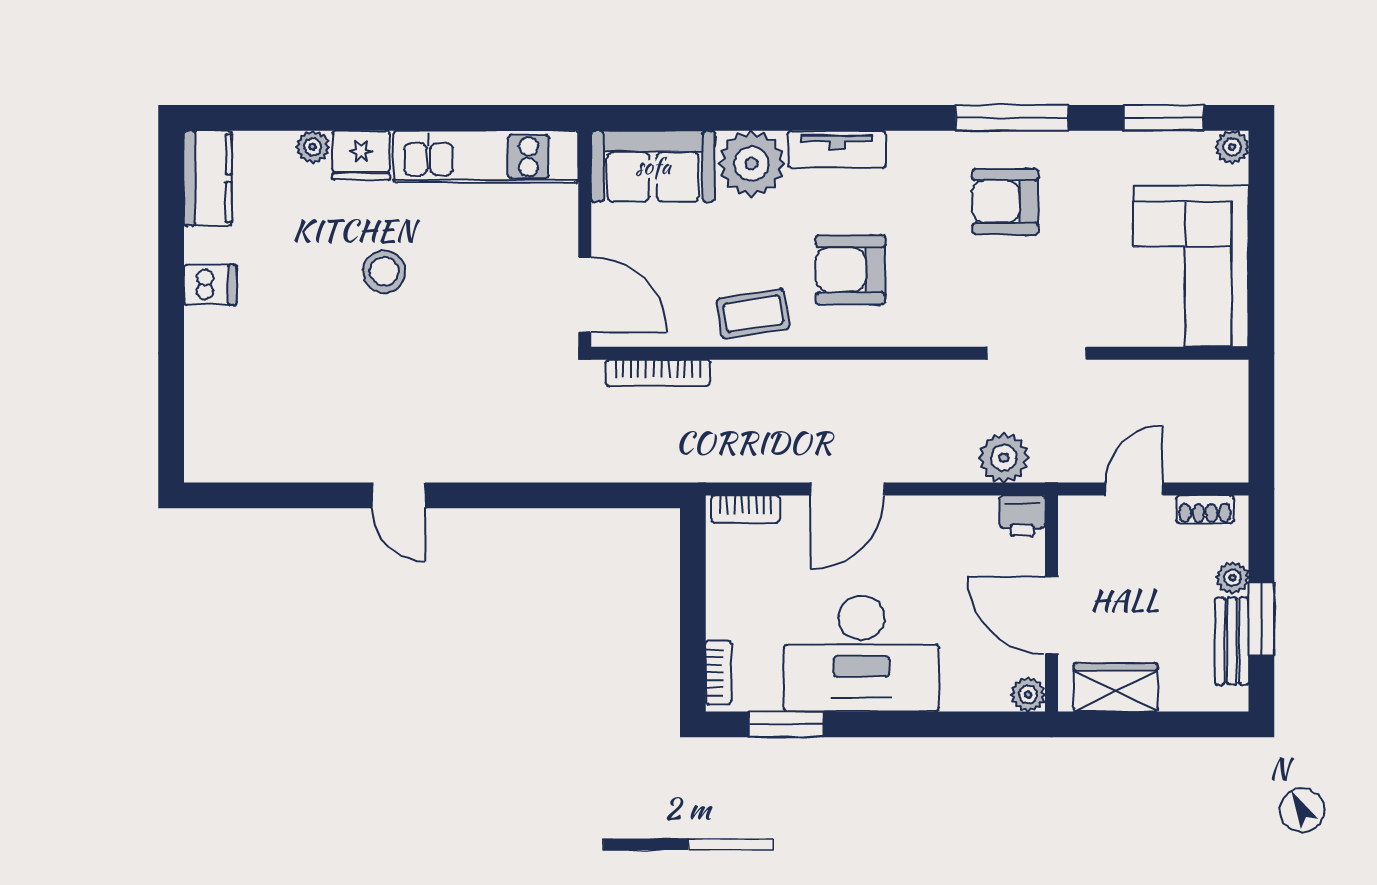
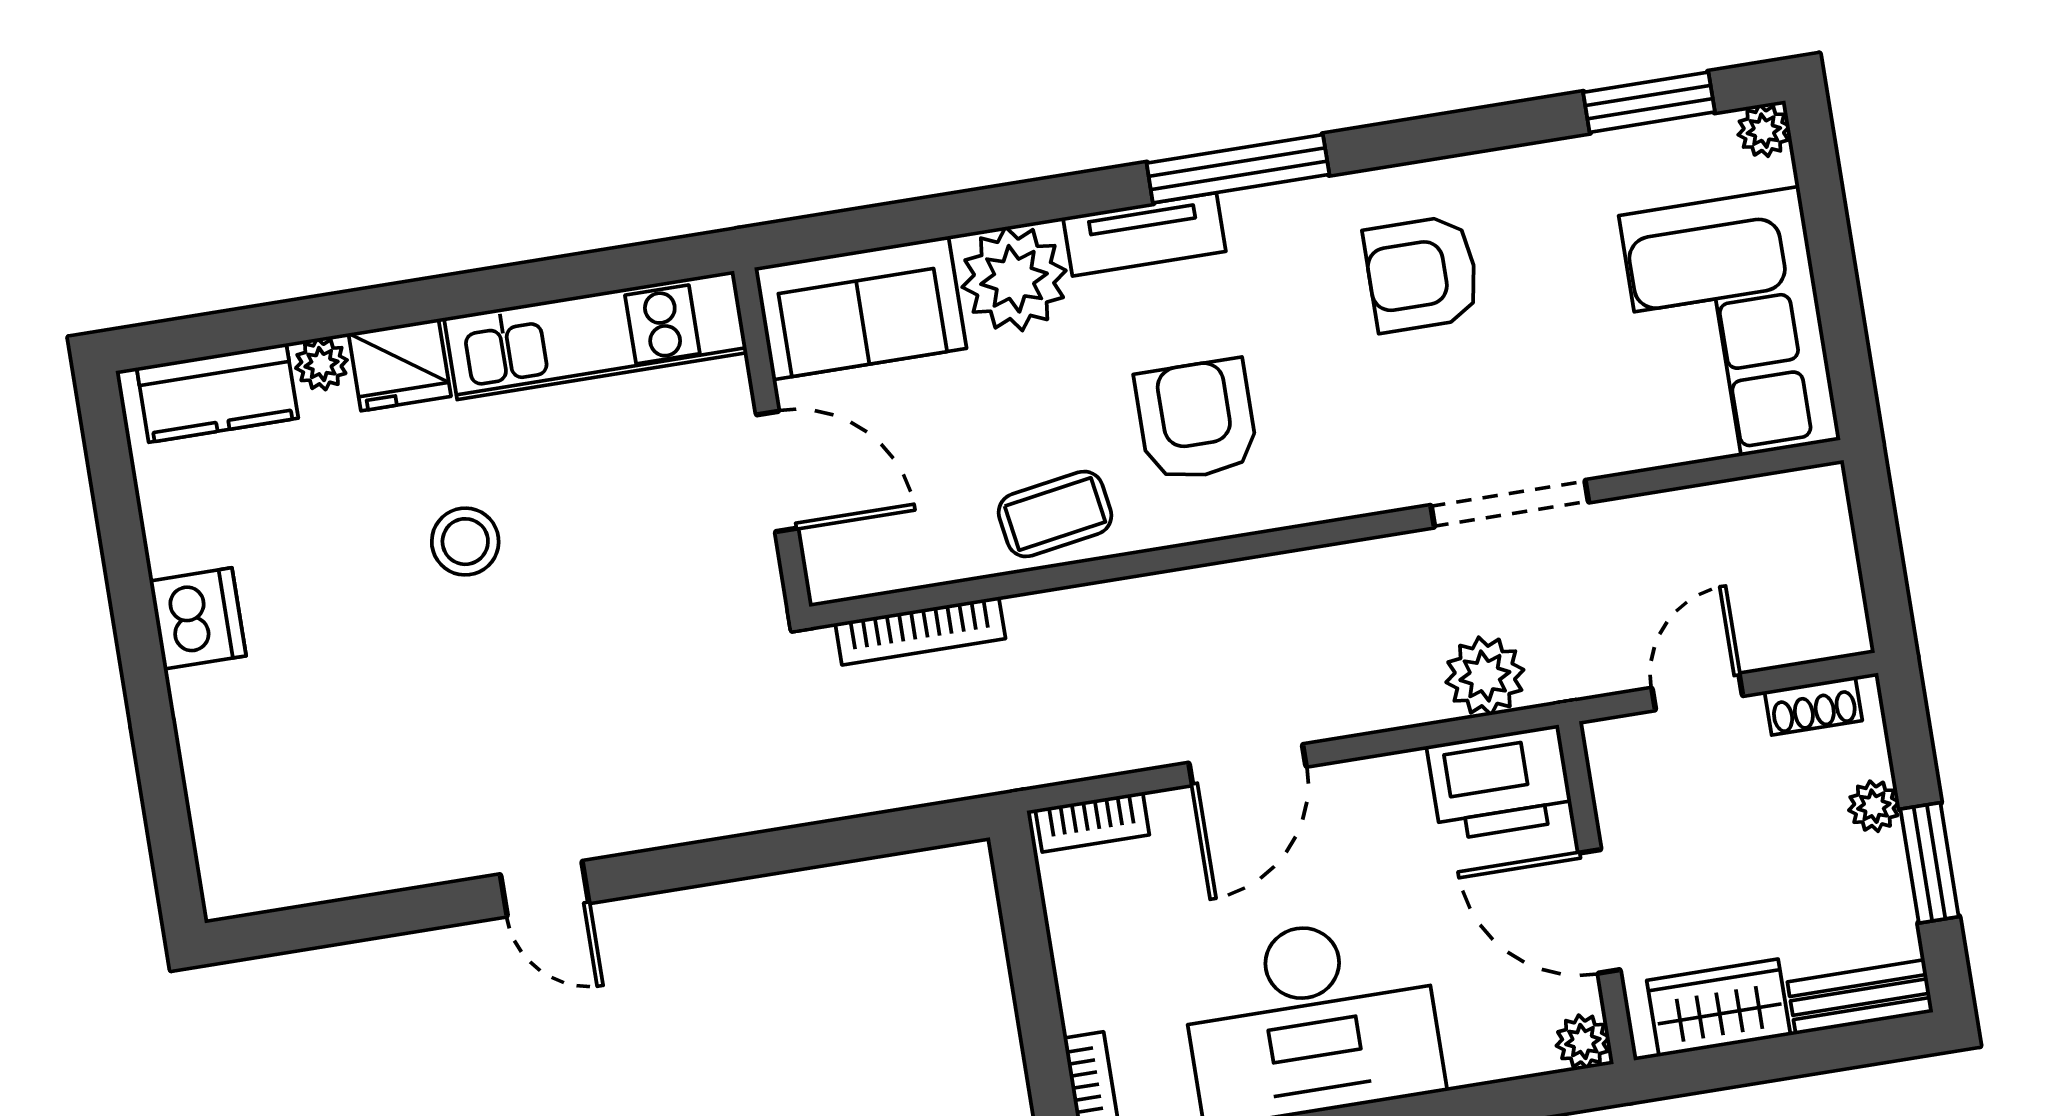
window: (1012, 118) -> (1238, 169), moved
kitchen counter: (208, 178) -> (217, 393), moved, turned 90
armchair: (850, 270) -> (1196, 420), turned 90
dishwasher: (210, 285) -> (198, 618), width x1.38
door: (585, 295) -> (777, 472), moved
printer: (1022, 516) -> (1500, 783), width x1.87, depth x1.48
bench: (1232, 641) -> (1860, 997), moved, turned 90

